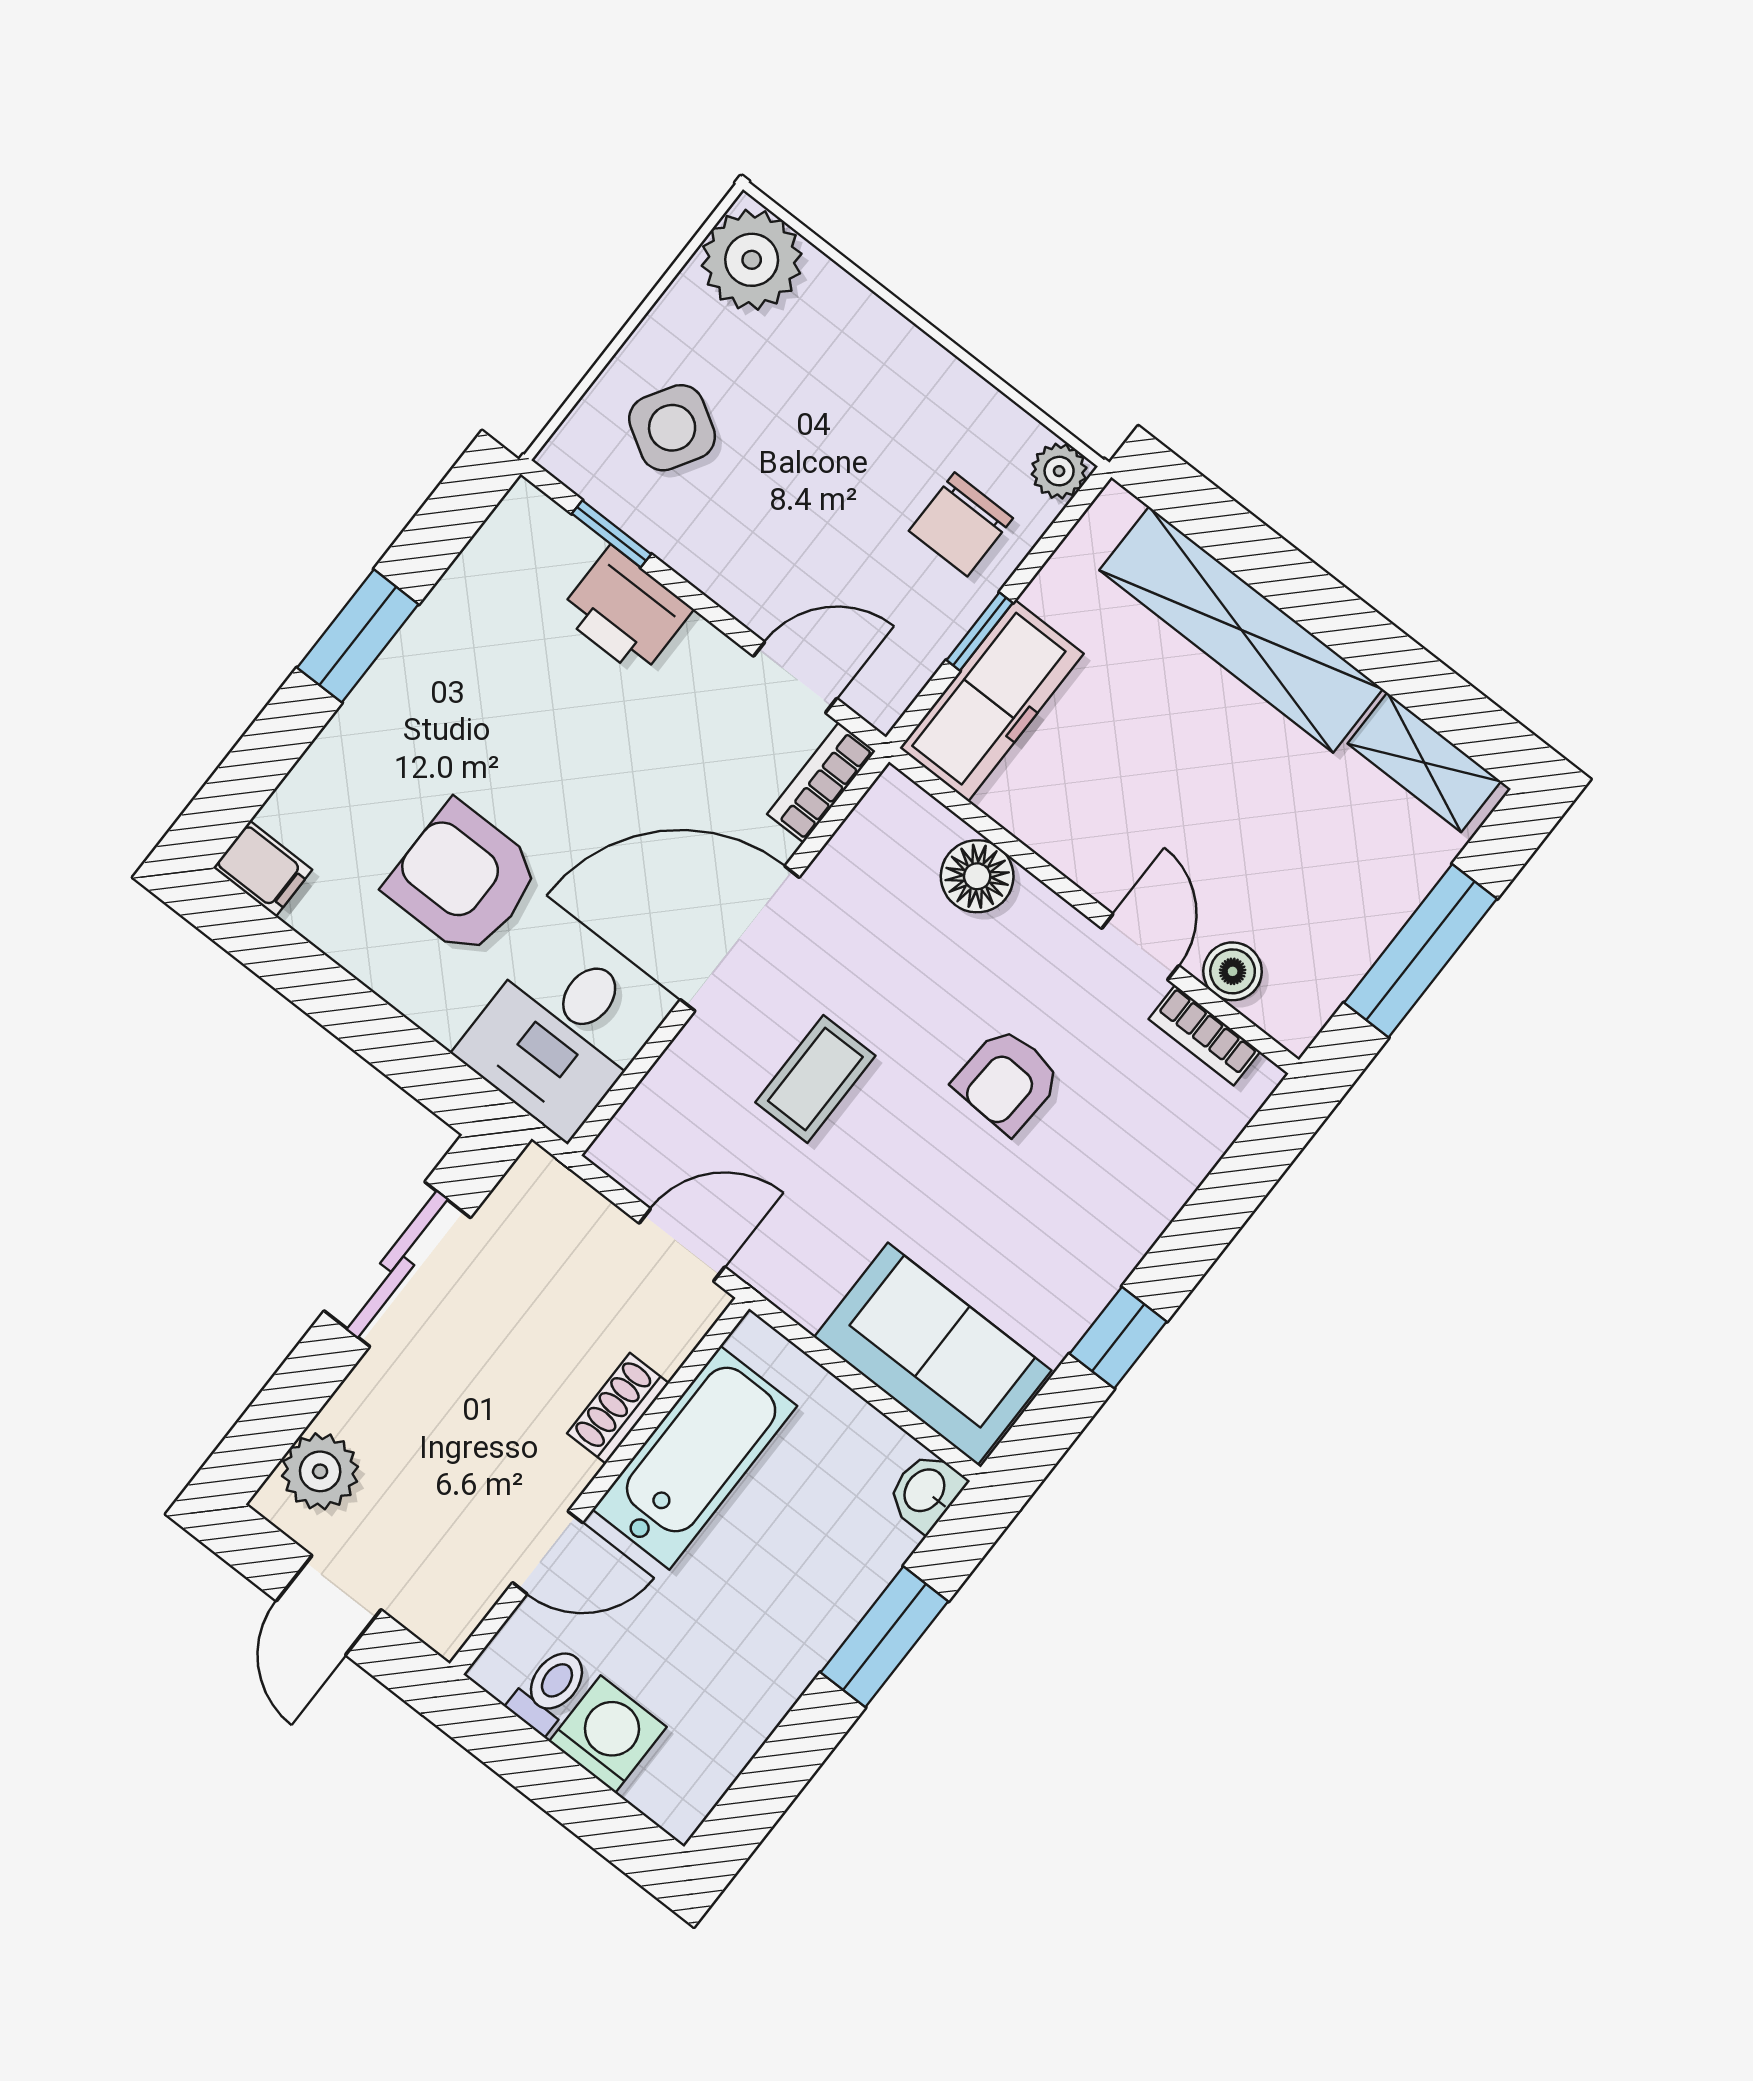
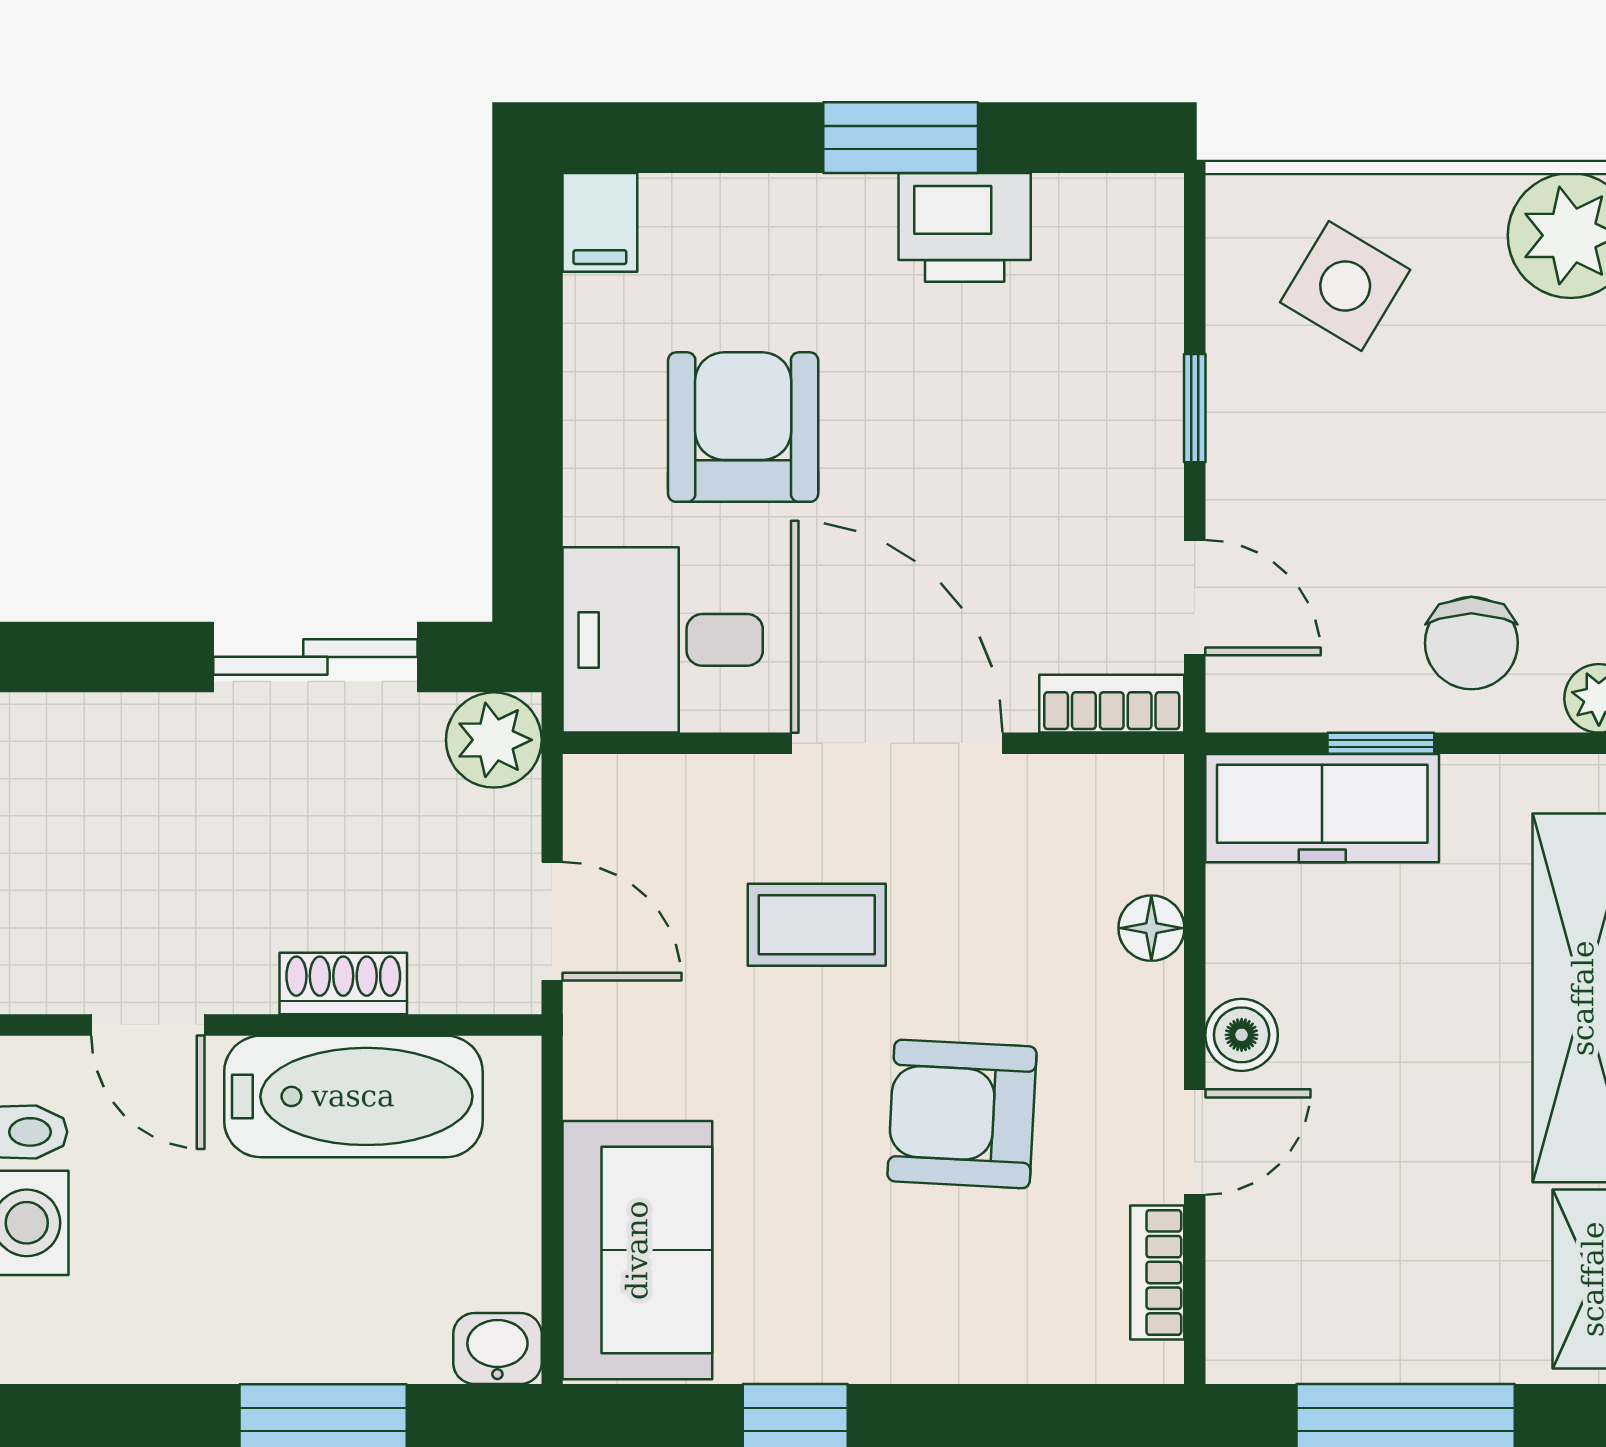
chair: (961, 524) -> (1471, 643), turned -90
window: (612, 534) -> (1195, 408), moved
printer: (625, 611) -> (965, 227), moved, turned -90
floor lamp: (977, 876) -> (1151, 928), width x0.73, depth x0.73
boiler: (1233, 971) -> (1242, 1035), moved
armchair: (1007, 1081) -> (962, 1114), width x1.38, depth x1.38
plant: (320, 1471) -> (494, 740), moved

